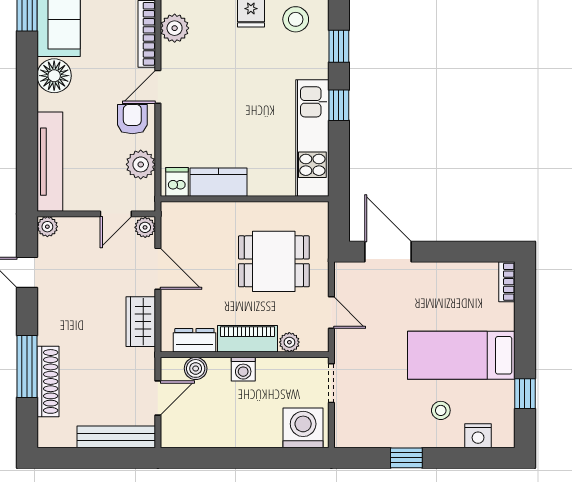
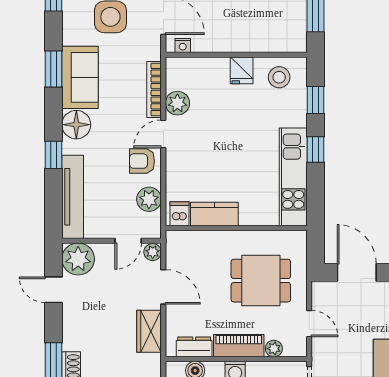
plant: (175, 28) -> (177, 103), moved
window: (27, 112) -> (53, 155), added
armchair: (132, 119) -> (142, 161), turned -90
plant: (47, 227) -> (78, 259), width x1.88, depth x1.88

